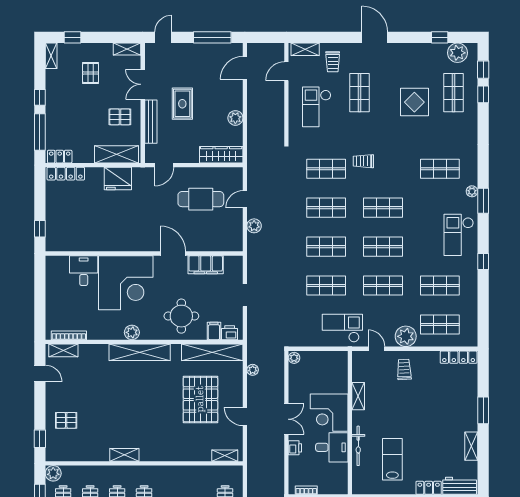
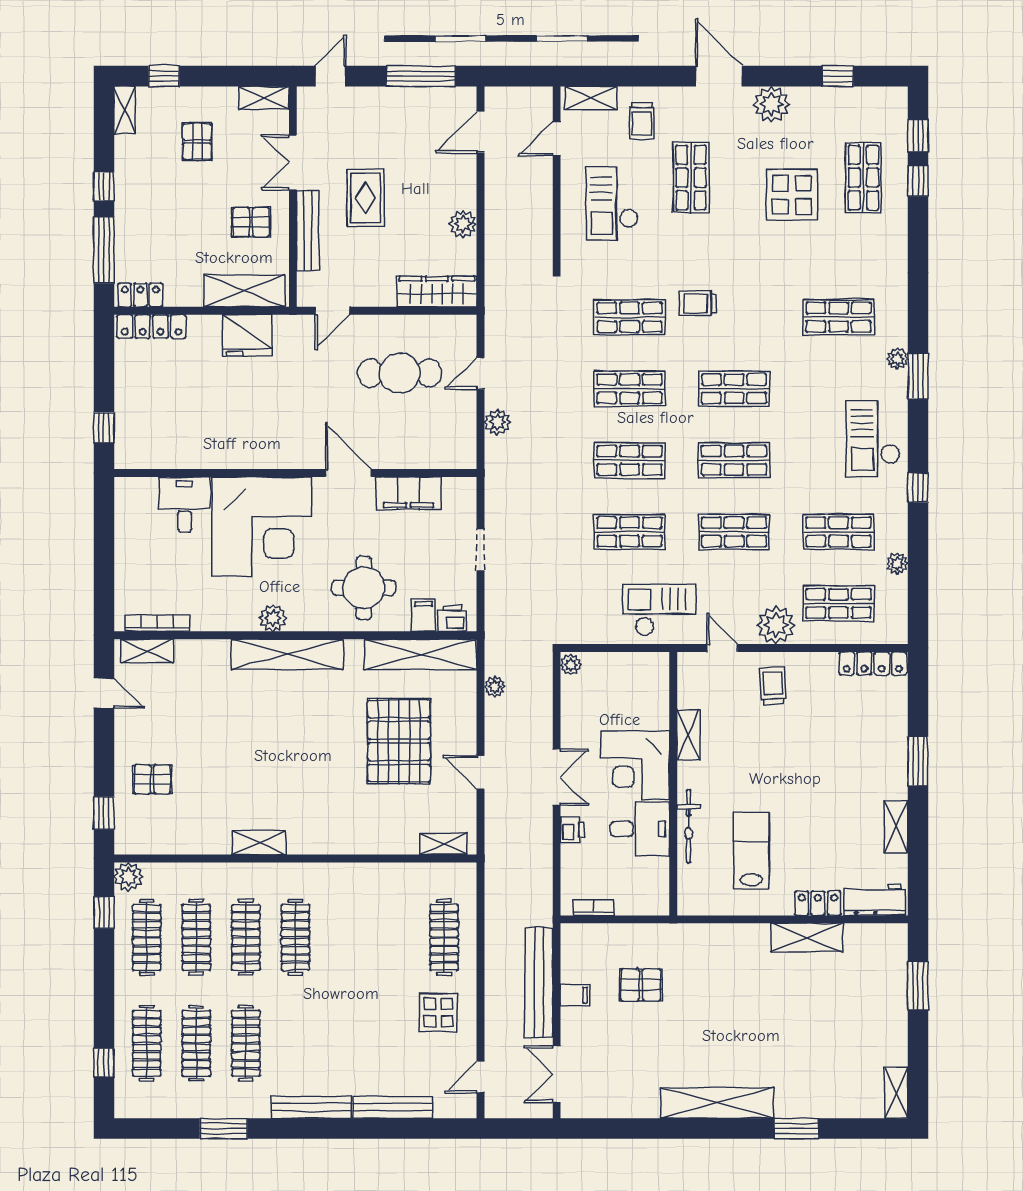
plant: (457, 53) -> (771, 104), moved
plant: (472, 303) -> (897, 564), added

